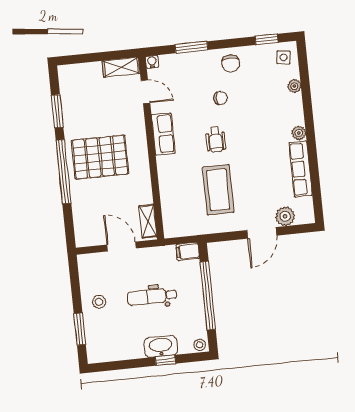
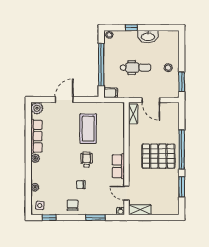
plant: (285, 216) -> (37, 108), moved
window: (80, 329) -> (182, 82), moved
washbasin: (161, 346) -> (148, 37), moved

